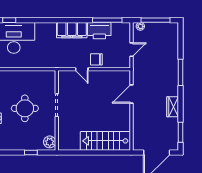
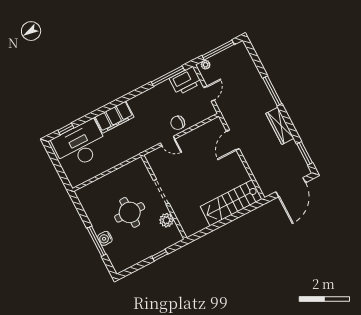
filing cabinet: (72, 30) -> (114, 117), moved
printer: (99, 31) -> (185, 81), moved
wardrobe: (173, 107) -> (280, 126), width x1.50
plant: (50, 142) -> (166, 220), moved

